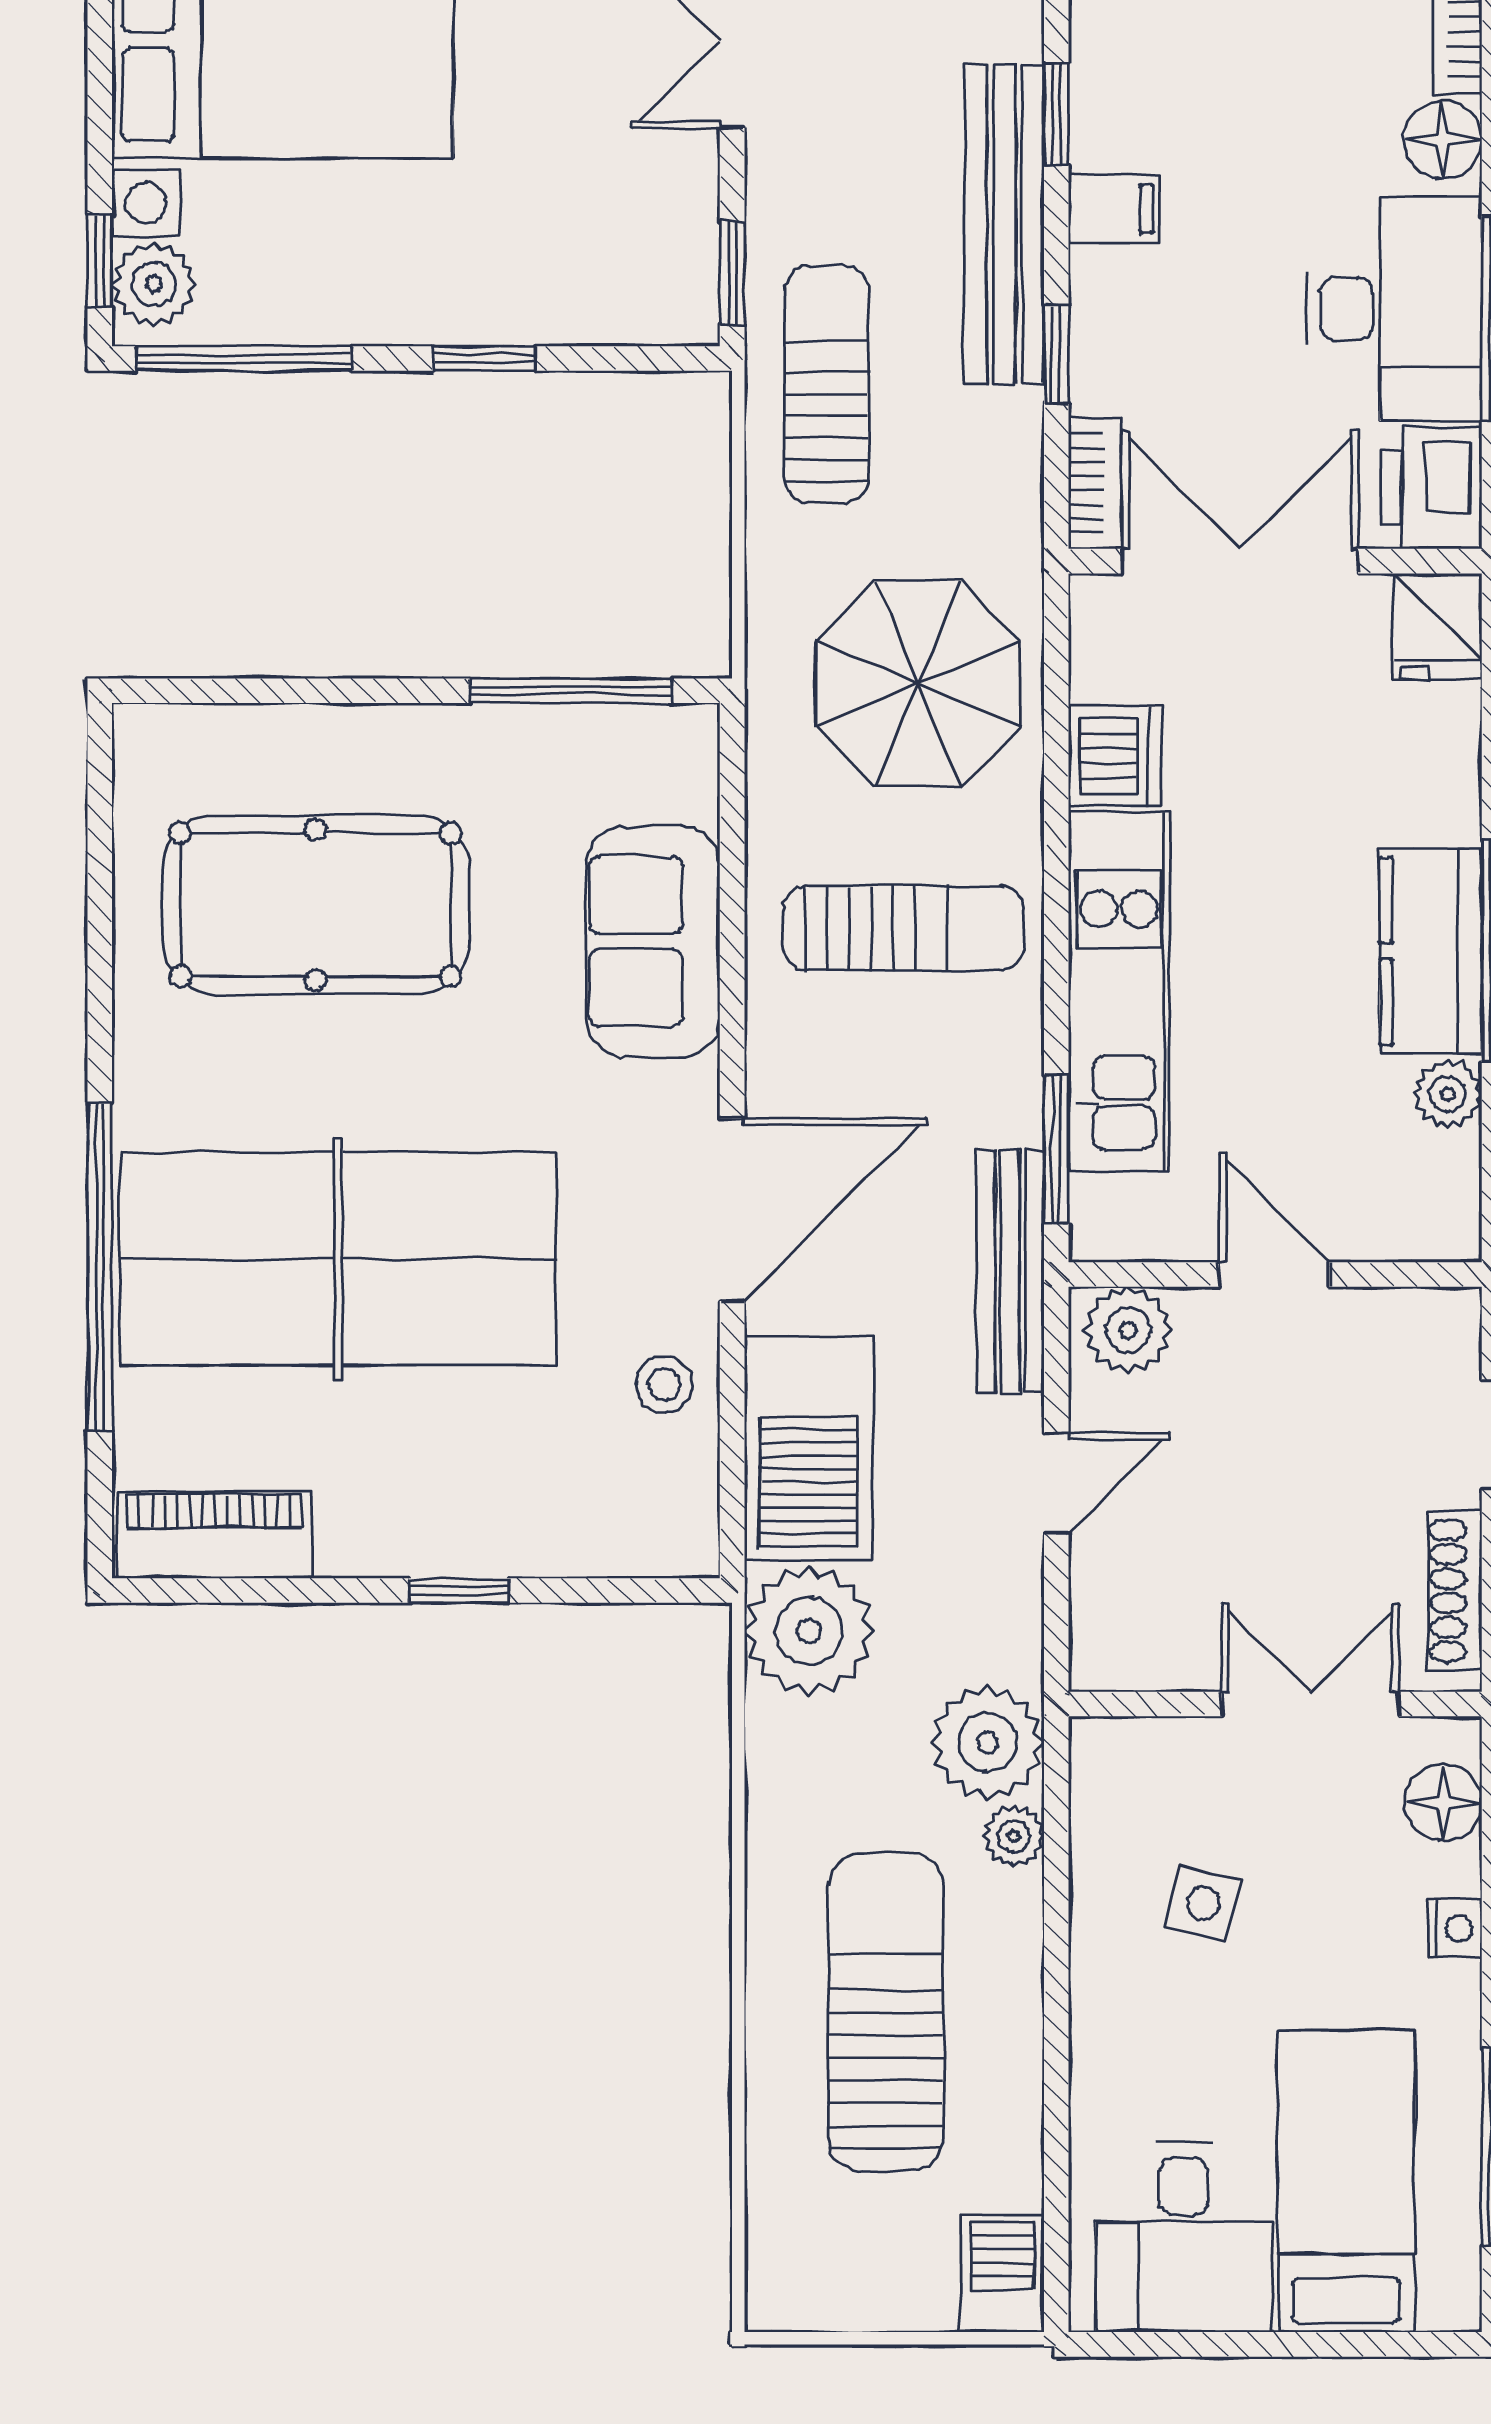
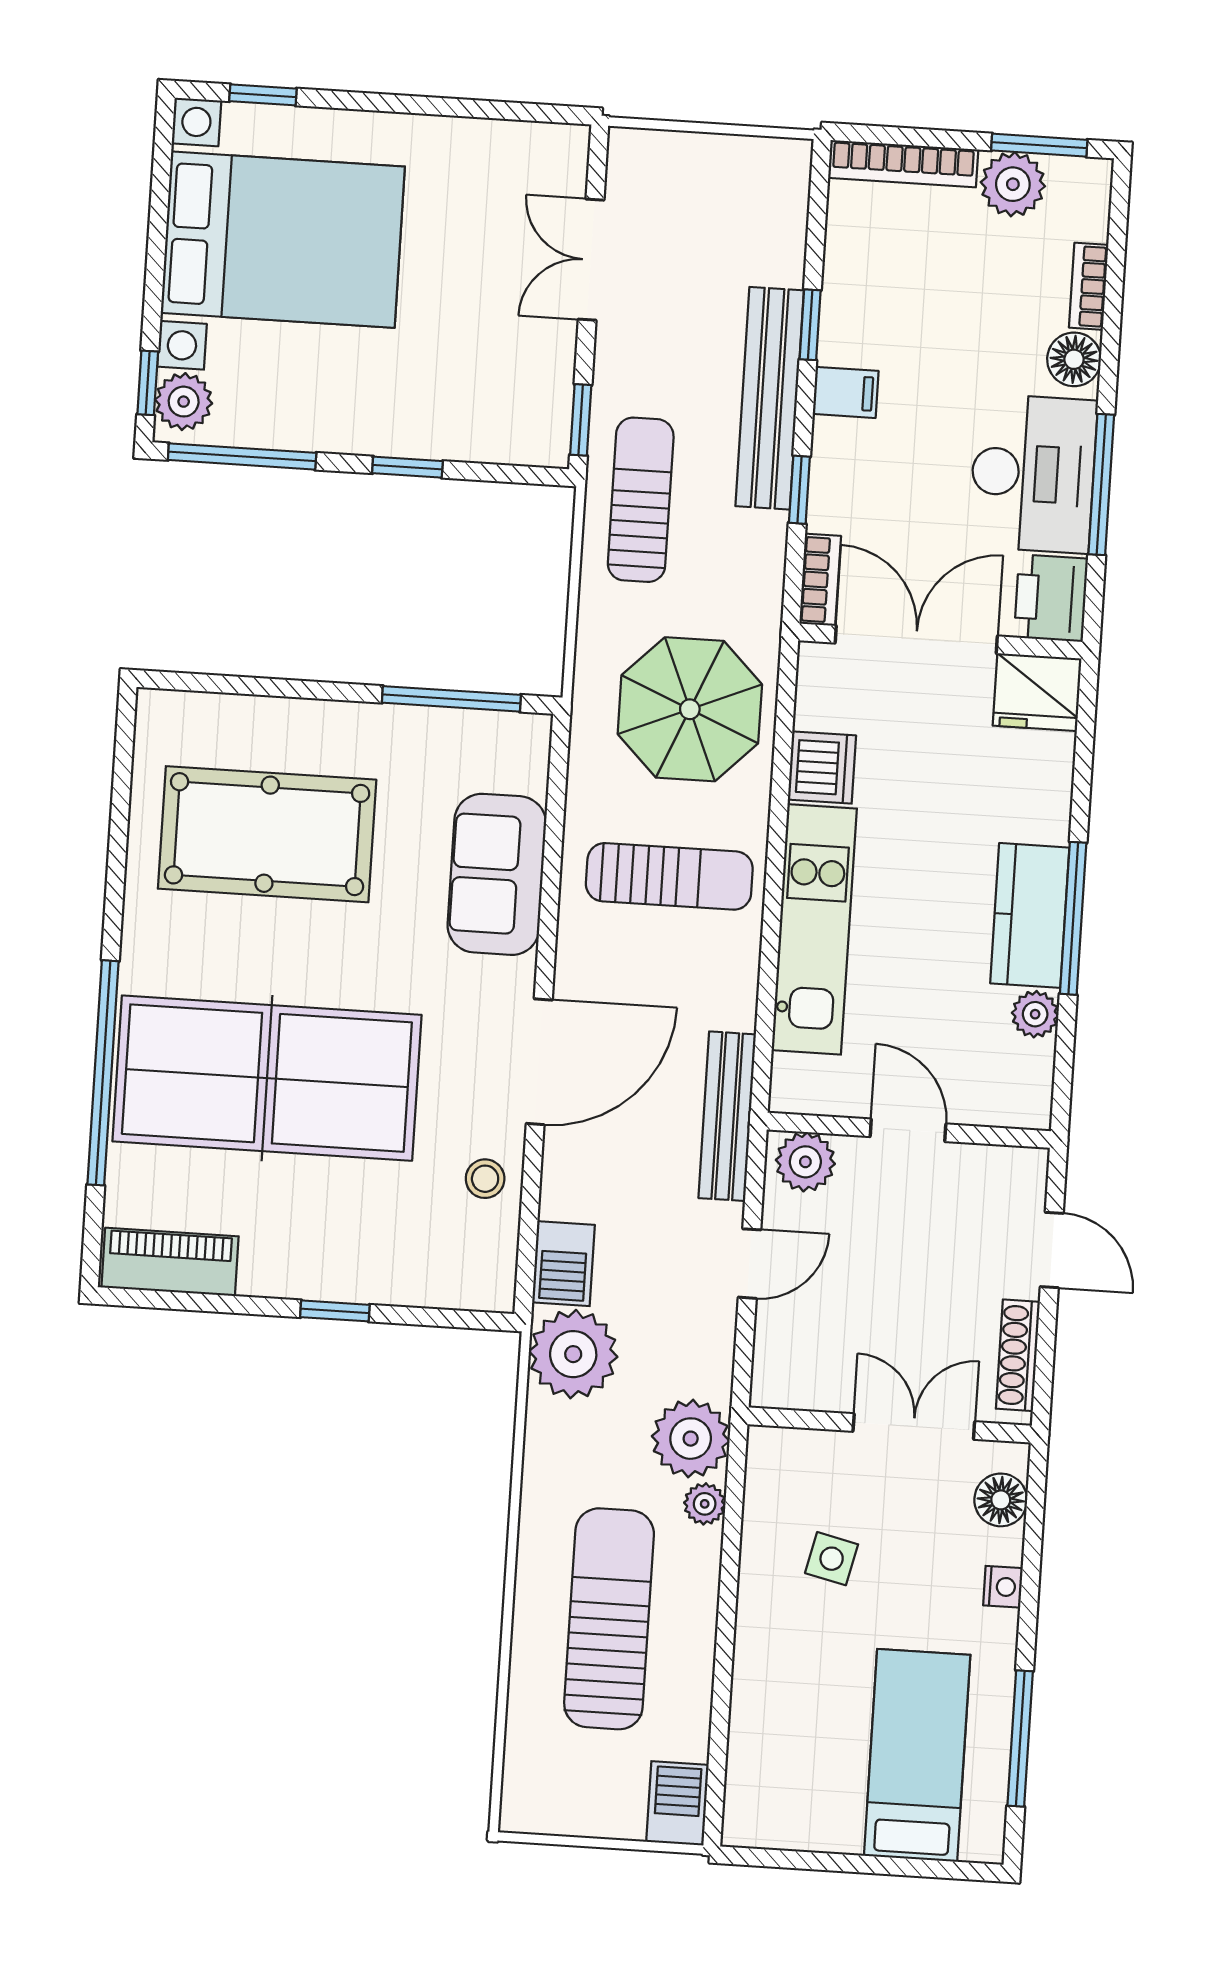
fridge: (1438, 626) -> (1037, 692), width x1.38
window: (1056, 1149) -> (764, 1035), removed
barbecue: (809, 1448) -> (563, 1264), width x0.53, depth x0.65
desk: (1184, 2237) -> (803, 1787), removed

